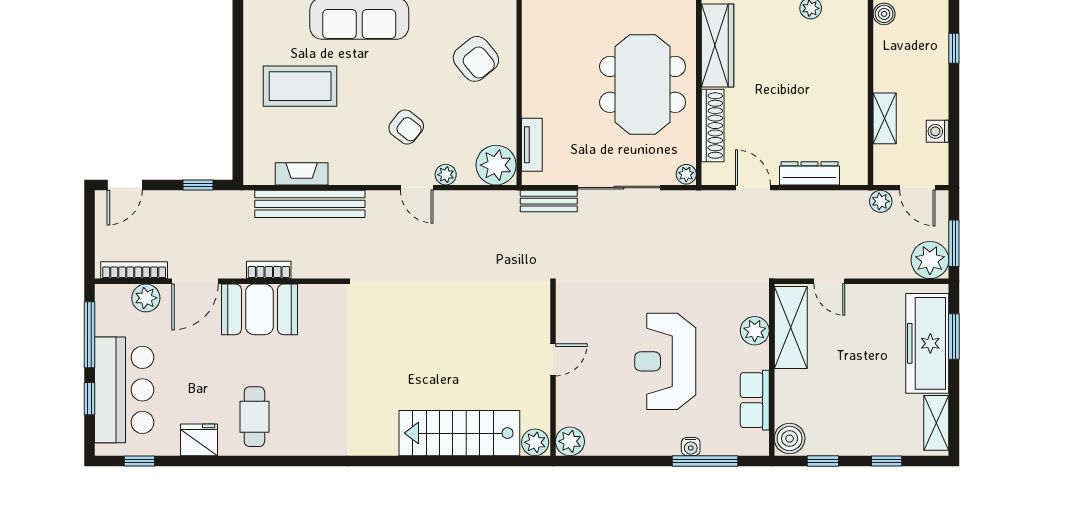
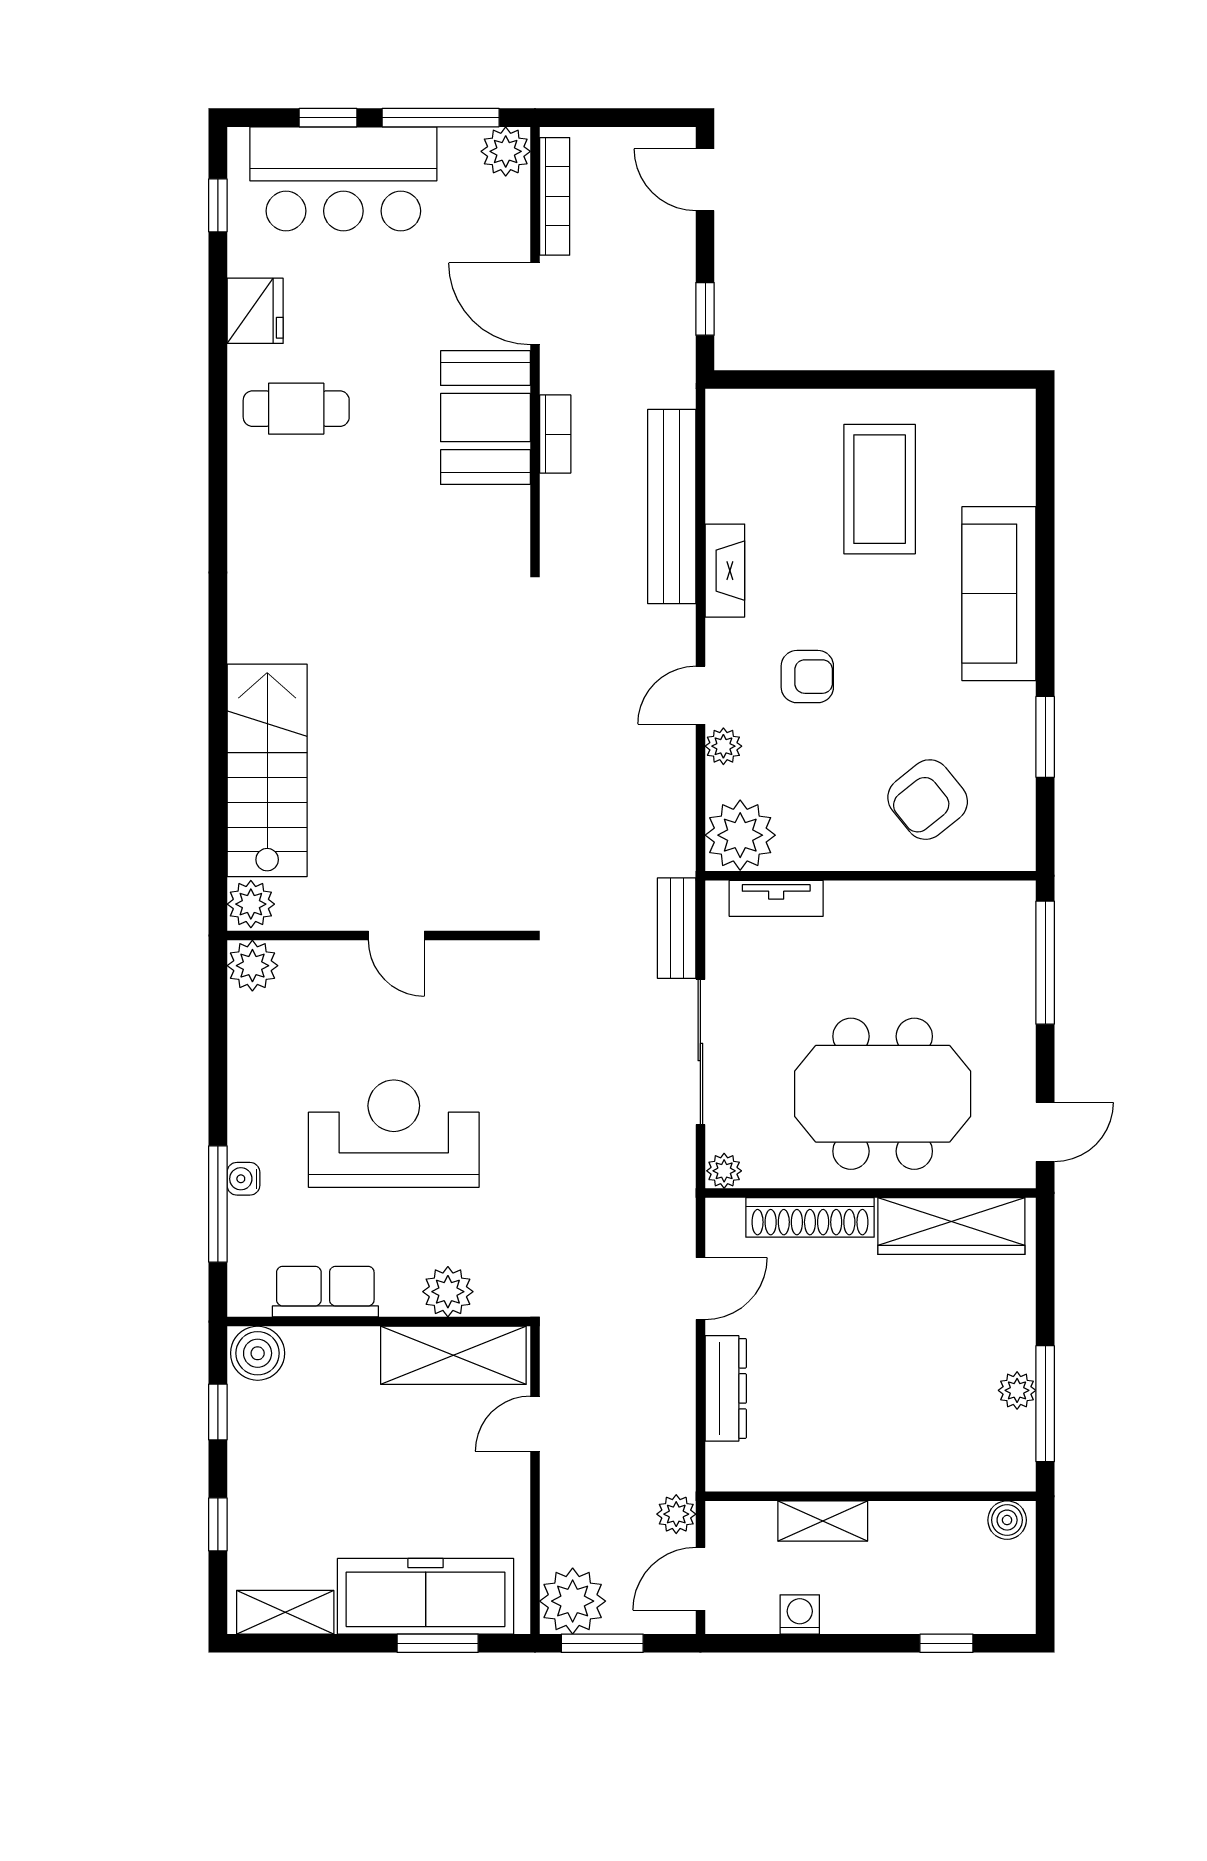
armchair: (406, 127) -> (807, 677), turned -128
fireplace: (302, 174) -> (725, 571), moved
plant: (146, 298) -> (506, 151), moved

